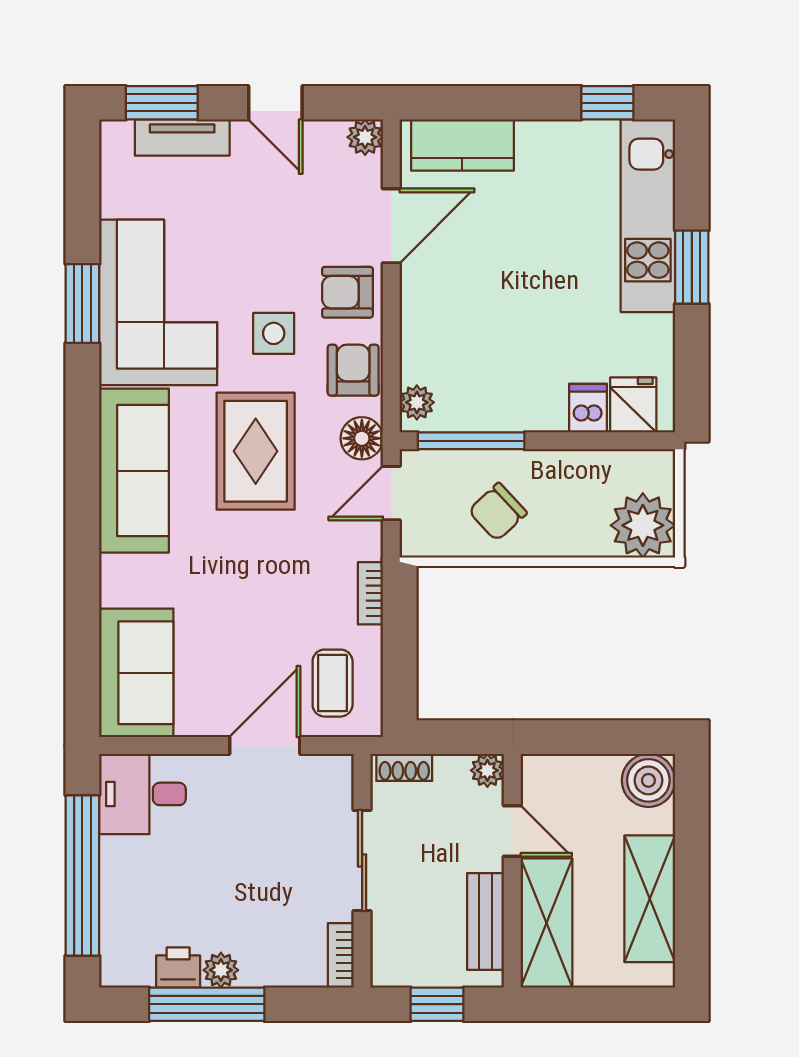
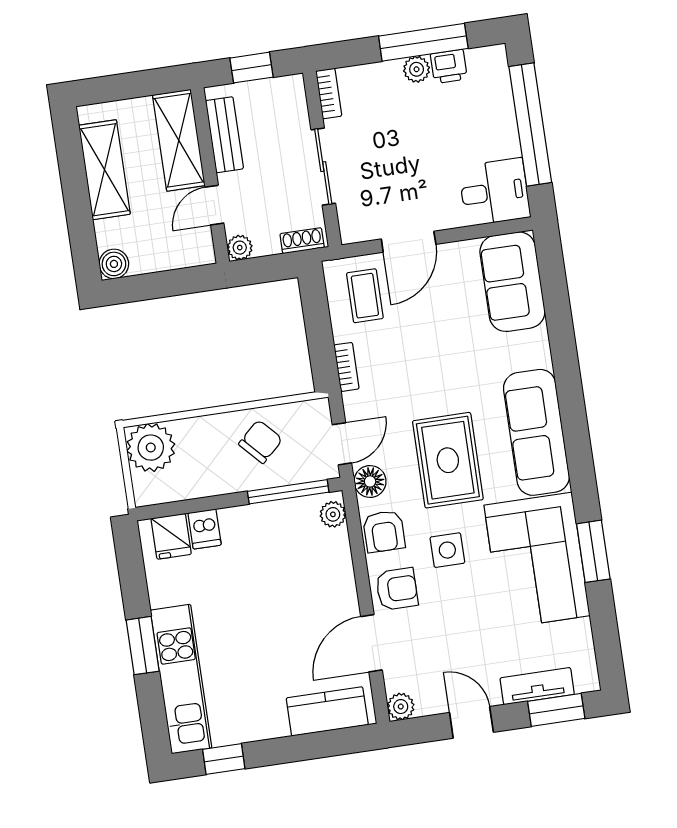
boiler: (648, 780) -> (114, 264), width x0.73, depth x0.73
door: (512, 831) -> (214, 205), hinge flipped

